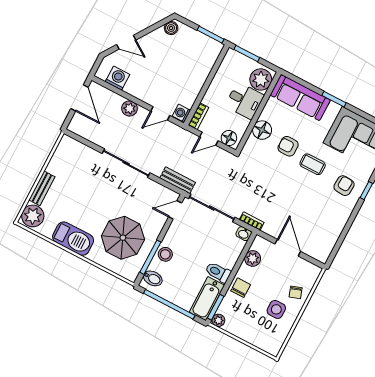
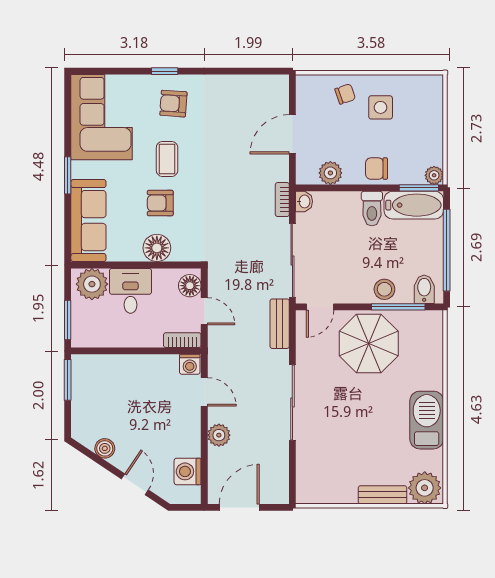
boiler: (171, 28) -> (105, 448), moved
armchair: (288, 146) -> (160, 203), turned 90
door: (175, 210) -> (320, 307), hinge flipped
parasol: (123, 238) -> (369, 343), moved

